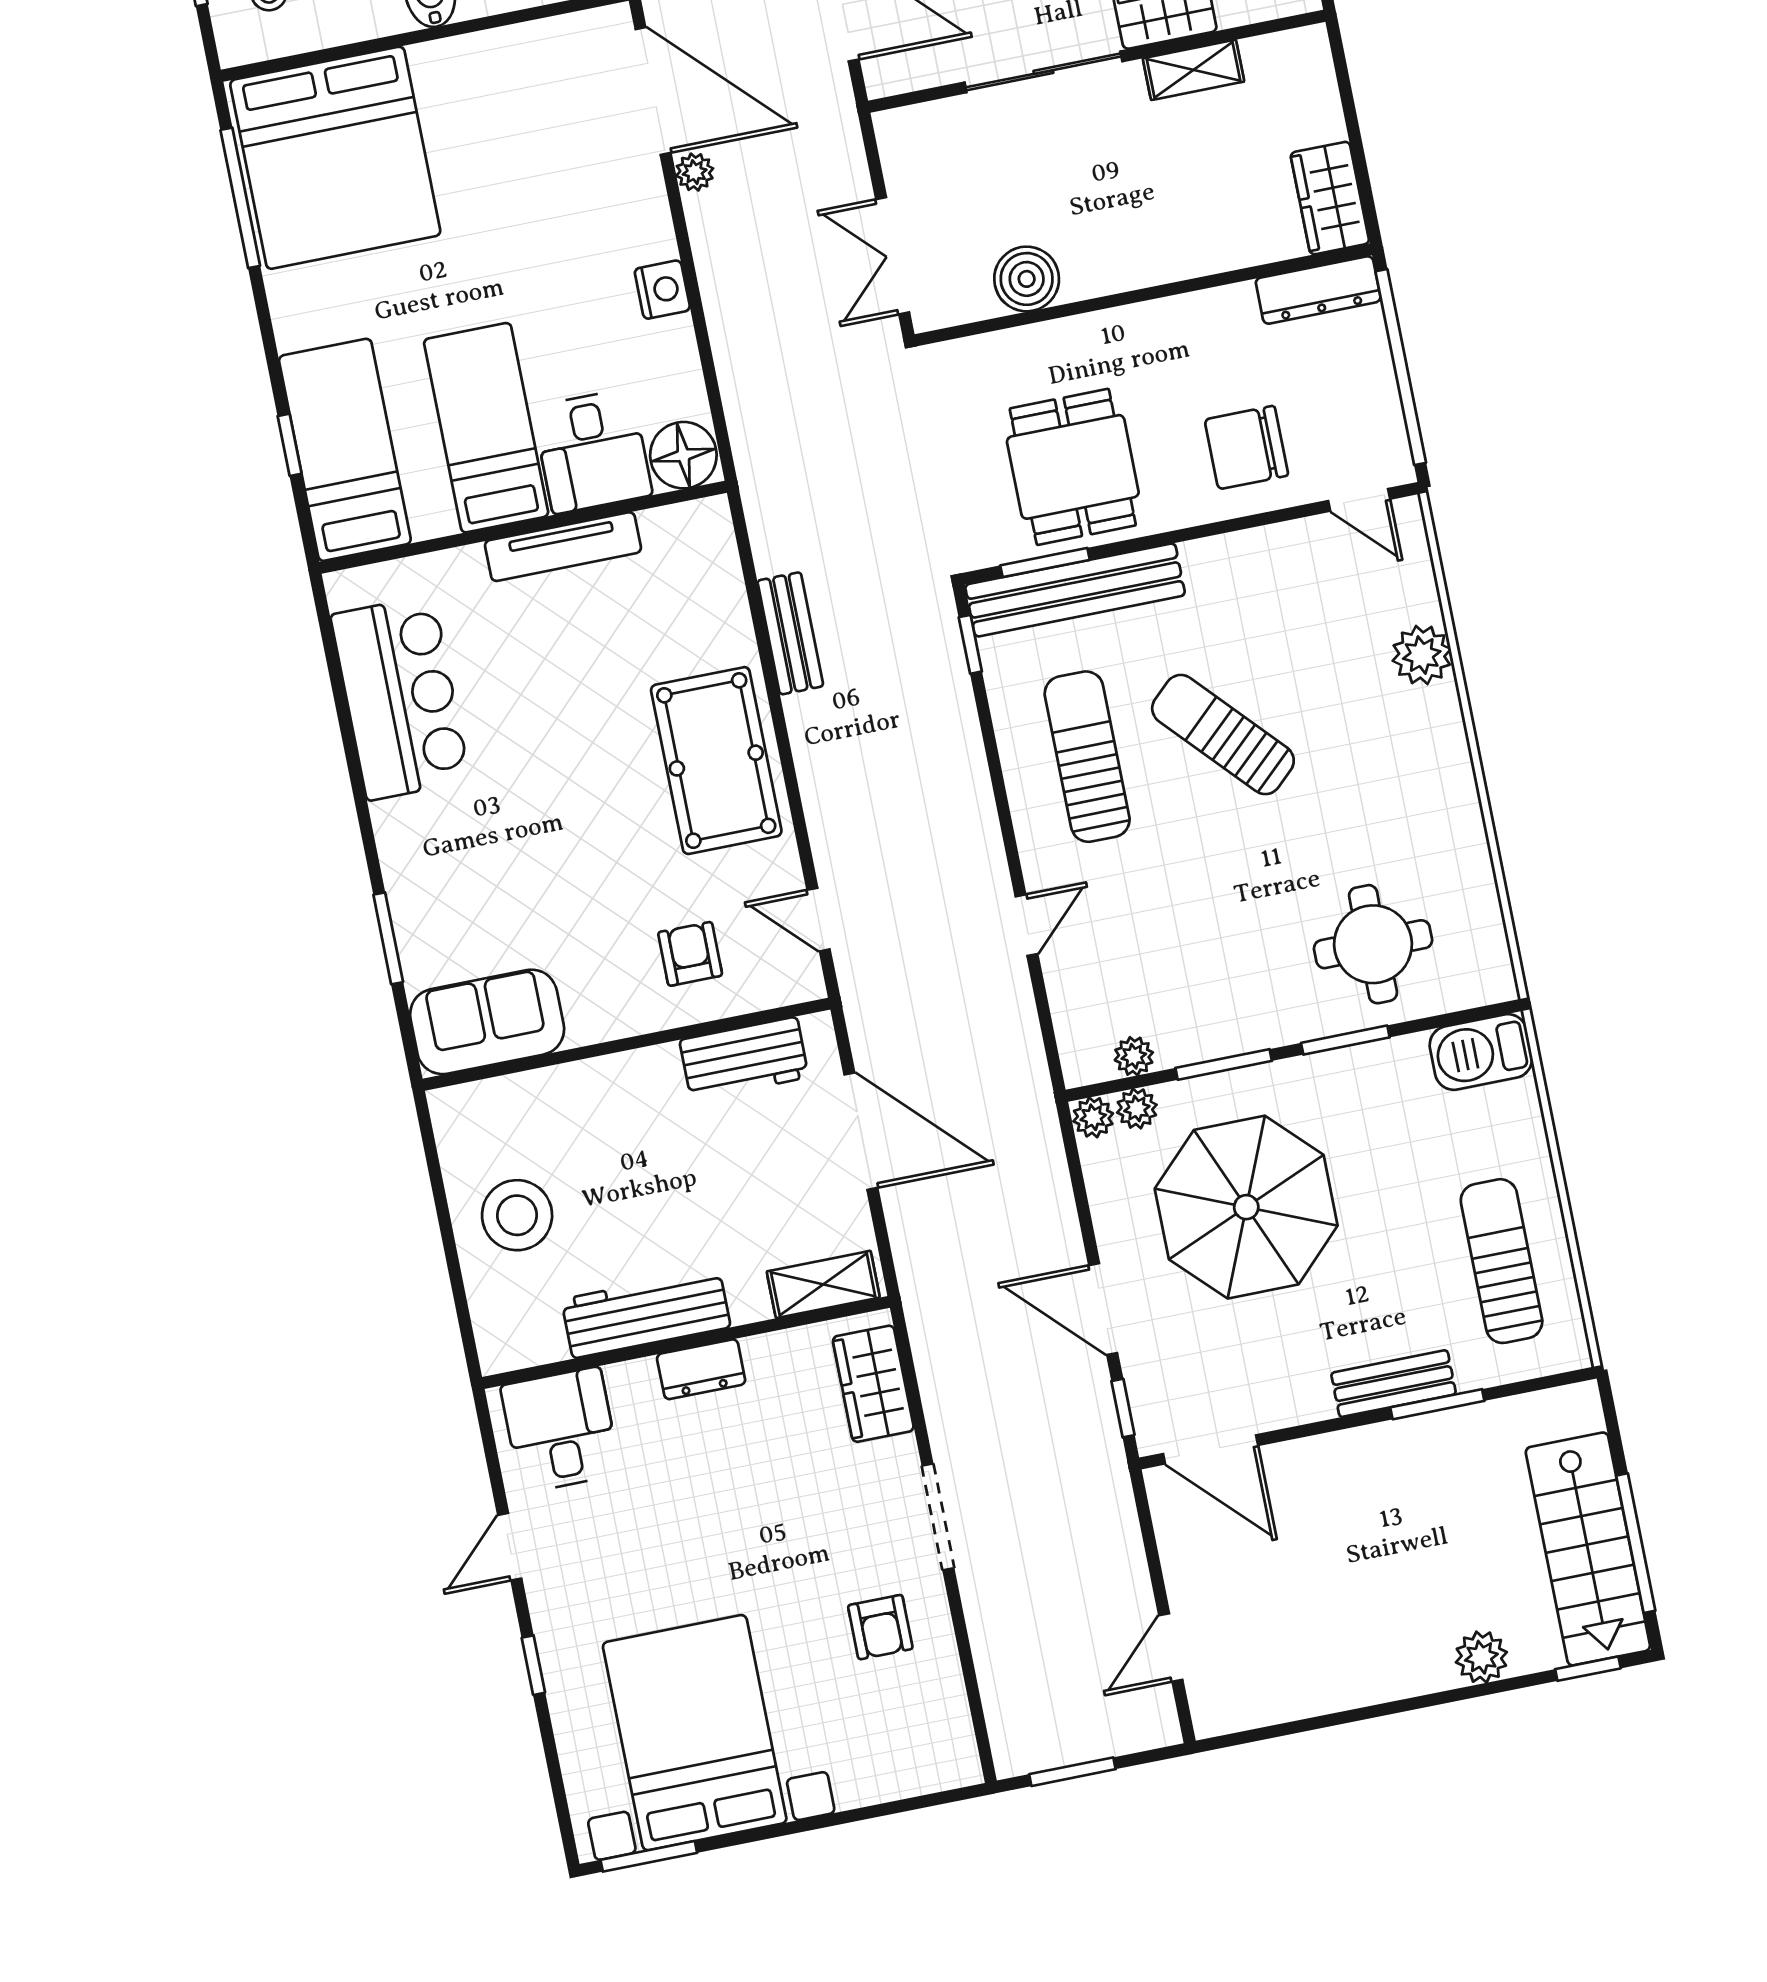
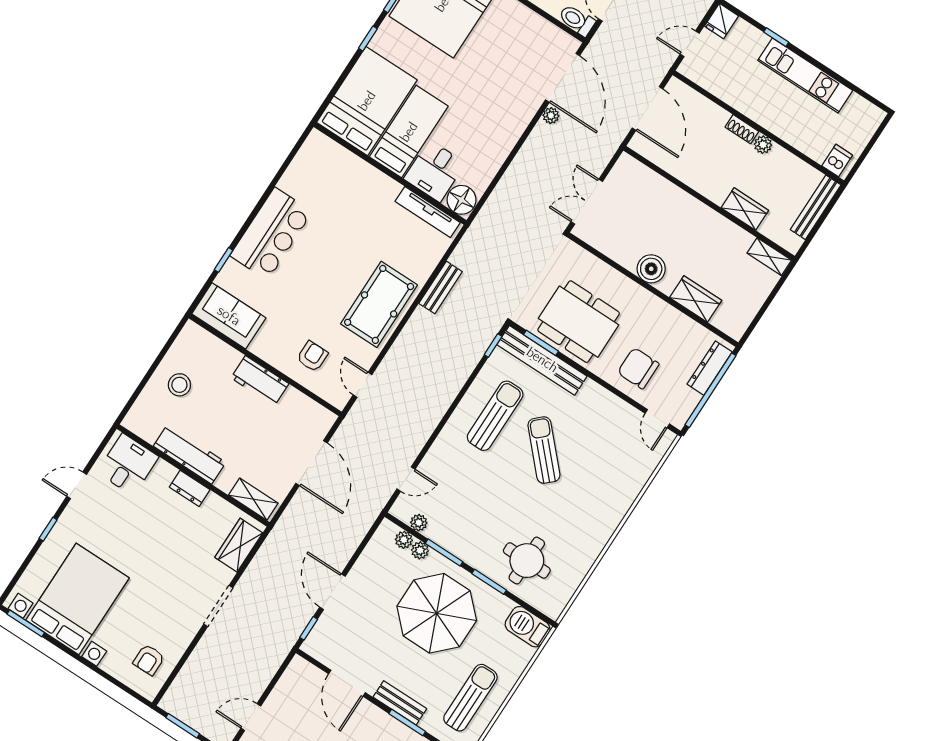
shelving: (1193, 70) -> (769, 257), moved
sliding door: (1043, 72) -> (689, 190), removed
wardrobe: (1330, 198) -> (696, 299), moved, turned 90
boiler: (1027, 279) -> (651, 269), moved
nightstand: (662, 290) -> (505, 142), removed
dresser: (1318, 290) -> (710, 368), moved, turned 90
window: (290, 445) -> (368, 38), moved
bed: (345, 450) -> (367, 101), width x1.50
dining table: (1073, 467) -> (579, 322), width x1.38
tv unit: (563, 547) -> (428, 212), moved
plant: (1422, 655) -> (630, 486), removed
bar counter: (400, 698) -> (271, 234), moved
door: (1026, 925) -> (406, 479), moved
window: (388, 938) -> (224, 260), width x0.67
workbench: (744, 1059) -> (260, 381), moved
plant: (1093, 1117) -> (420, 550), moved
parasol: (1246, 1207) -> (437, 613), moved
stool: (517, 1215) -> (179, 385), width x0.73, depth x0.73
door: (1211, 1449) -> (347, 683), moved
armchair: (880, 1627) -> (149, 660), moved

